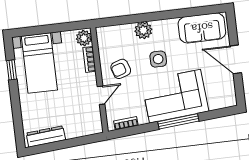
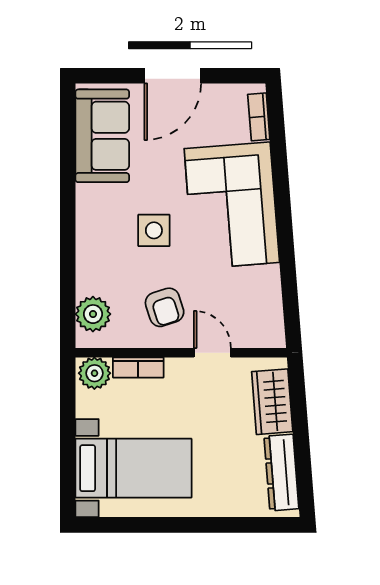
plant: (143, 30) -> (93, 314), moved
window: (12, 70) -> (141, 525), removed
window: (178, 121) -> (283, 205), removed
bookcase: (126, 123) -> (259, 117), moved
wardrobe: (80, 128) -> (272, 402), added

